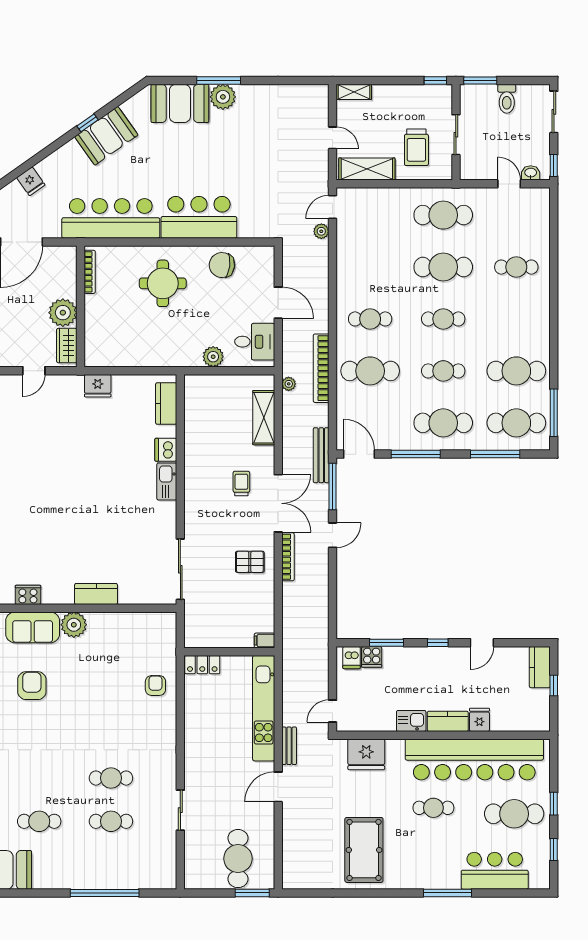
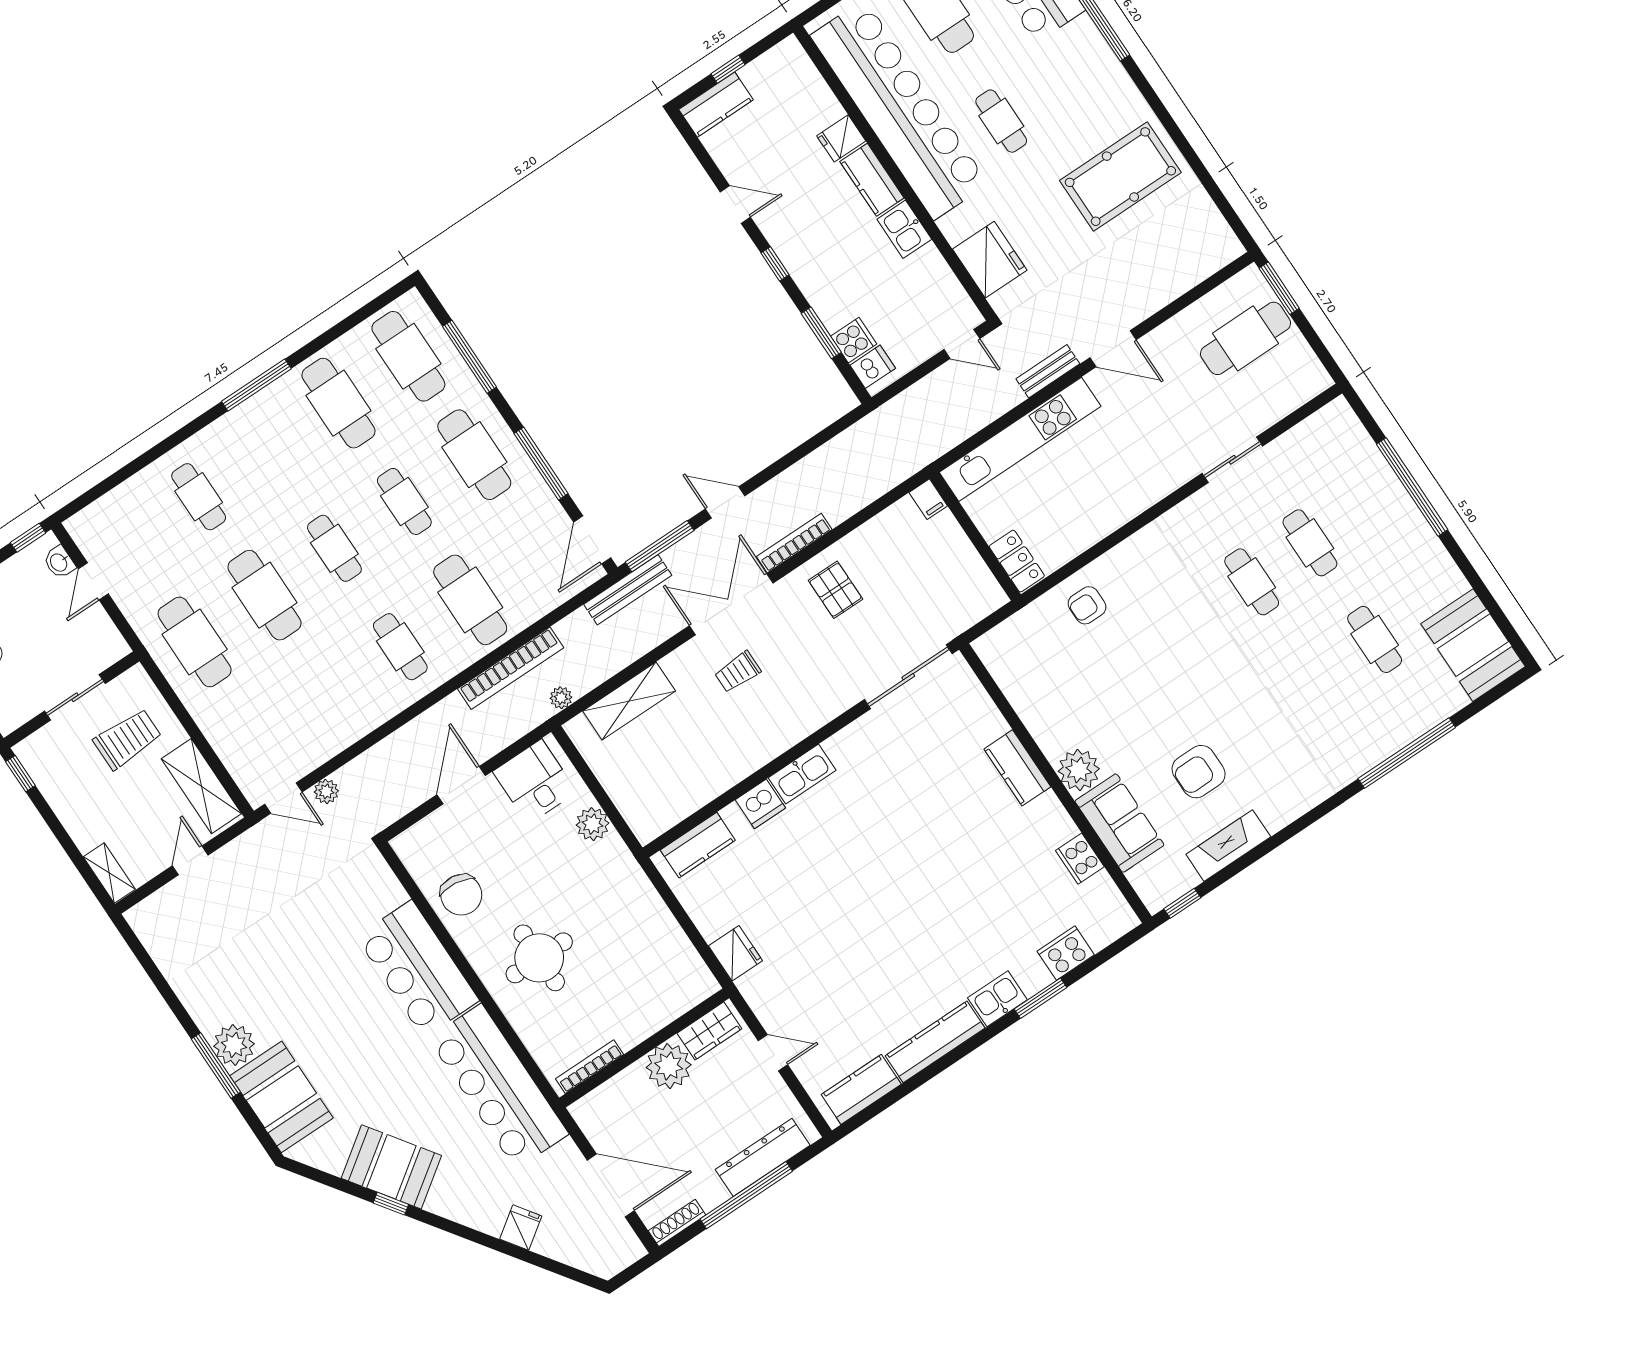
window: (554, 413) -> (256, 385), moved

